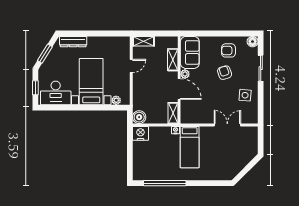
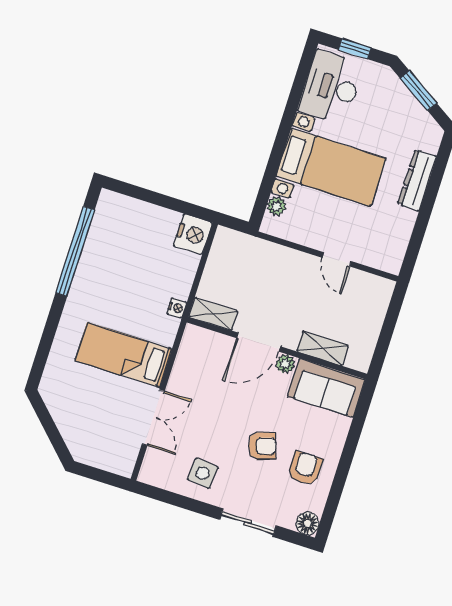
shelving: (144, 41) -> (380, 301), removed
dresser: (73, 42) -> (417, 180), moved
boiler: (139, 117) -> (227, 242), removed
bed: (190, 147) -> (124, 355), moved

